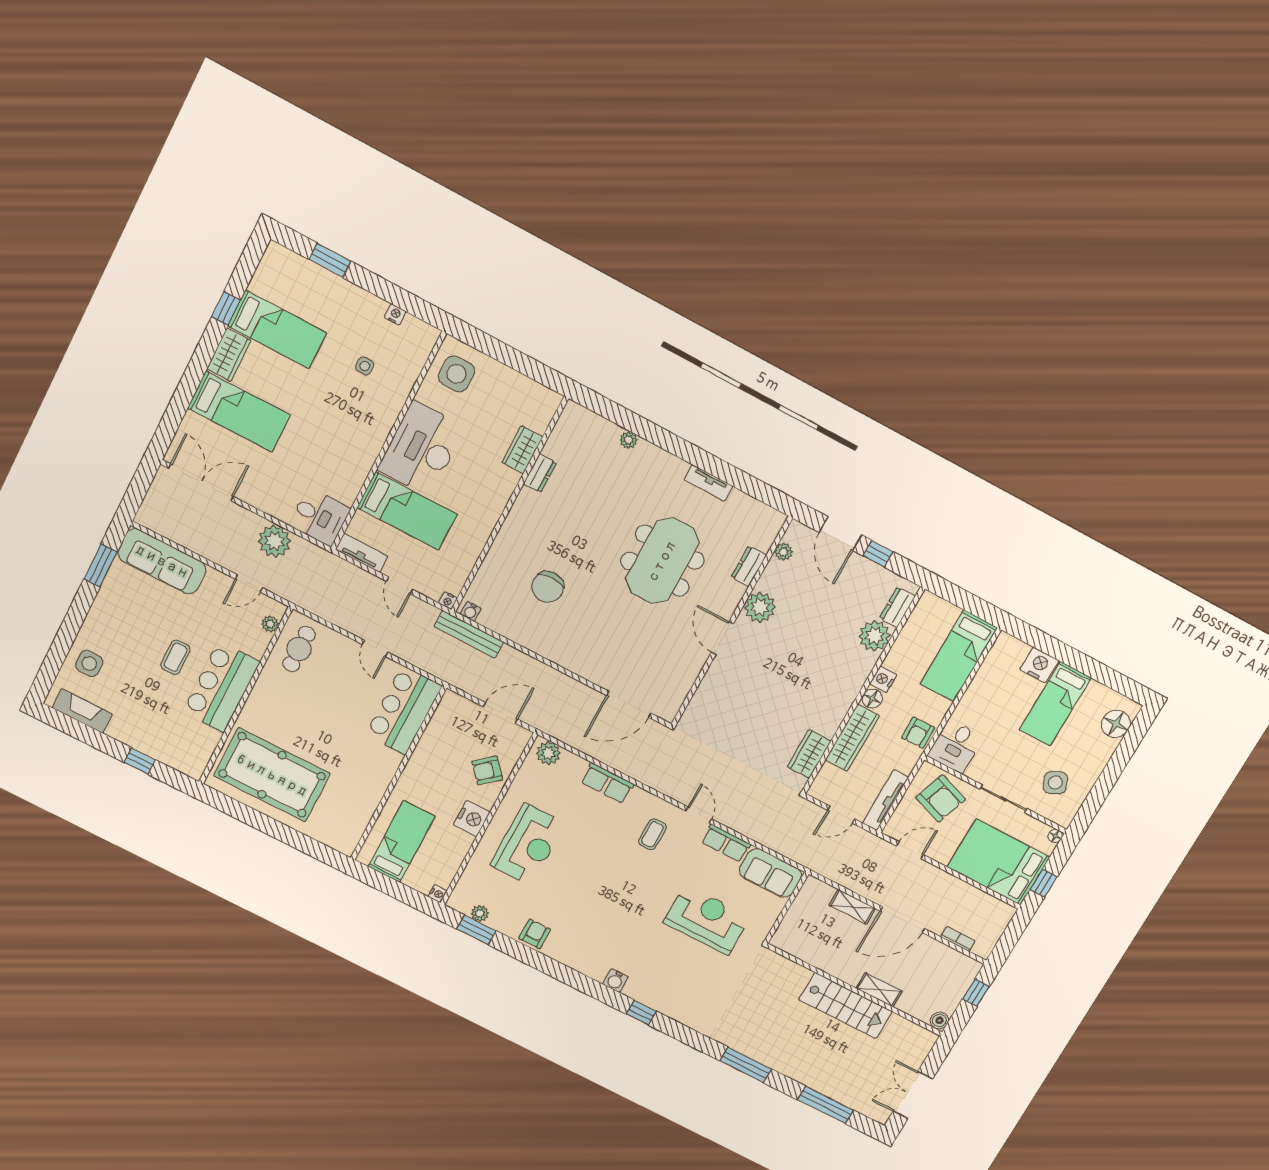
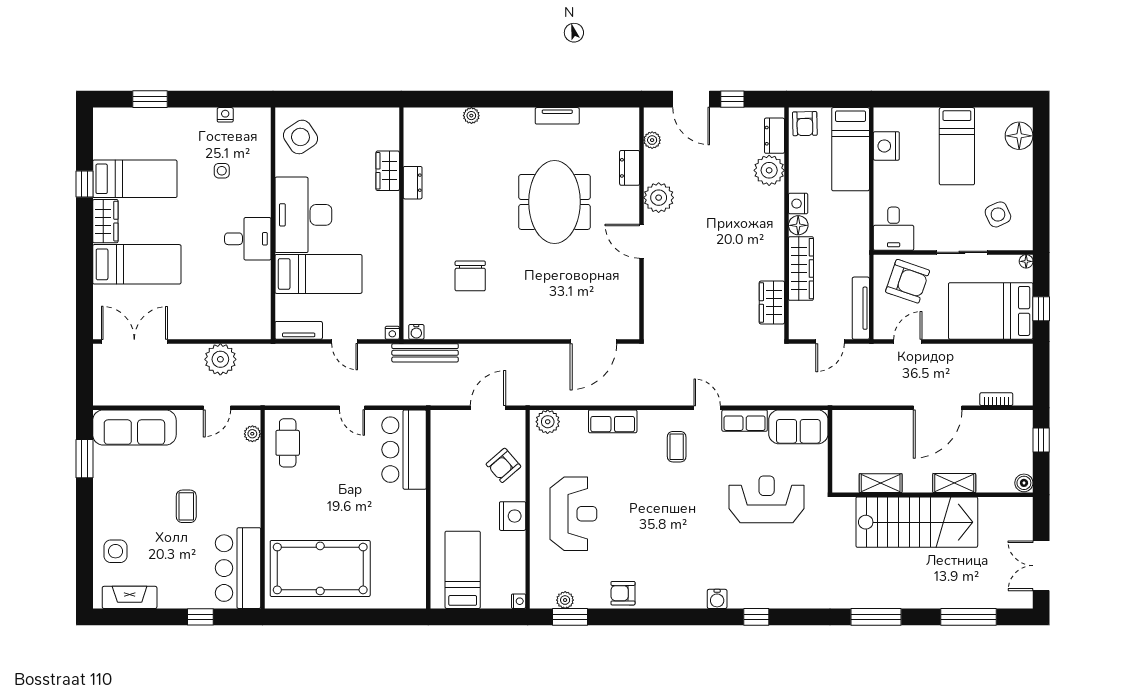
side table: (456, 374) -> (300, 137), turned -34
desk: (320, 517) -> (248, 239), moved
nightstand: (1039, 665) -> (886, 146), moved, turned -90
bar counter: (221, 687) -> (238, 568), moved
armchair: (918, 733) -> (805, 124), moved
shelving: (852, 907) -> (881, 483), moved
armchair: (535, 934) -> (623, 593), turned -90
stairs: (845, 1006) -> (917, 522), width x1.36, depth x1.51

